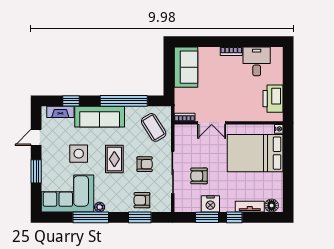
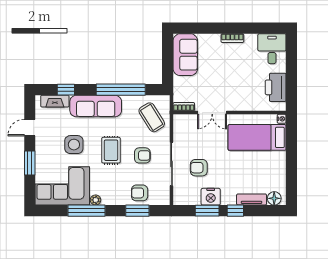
desk: (257, 61) -> (272, 49), moved
bed: (255, 153) -> (257, 137), width x0.67

